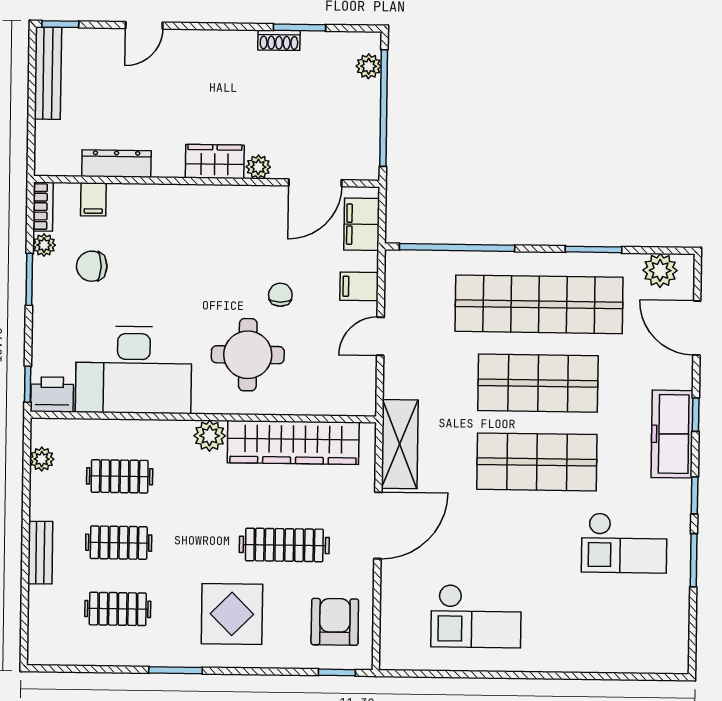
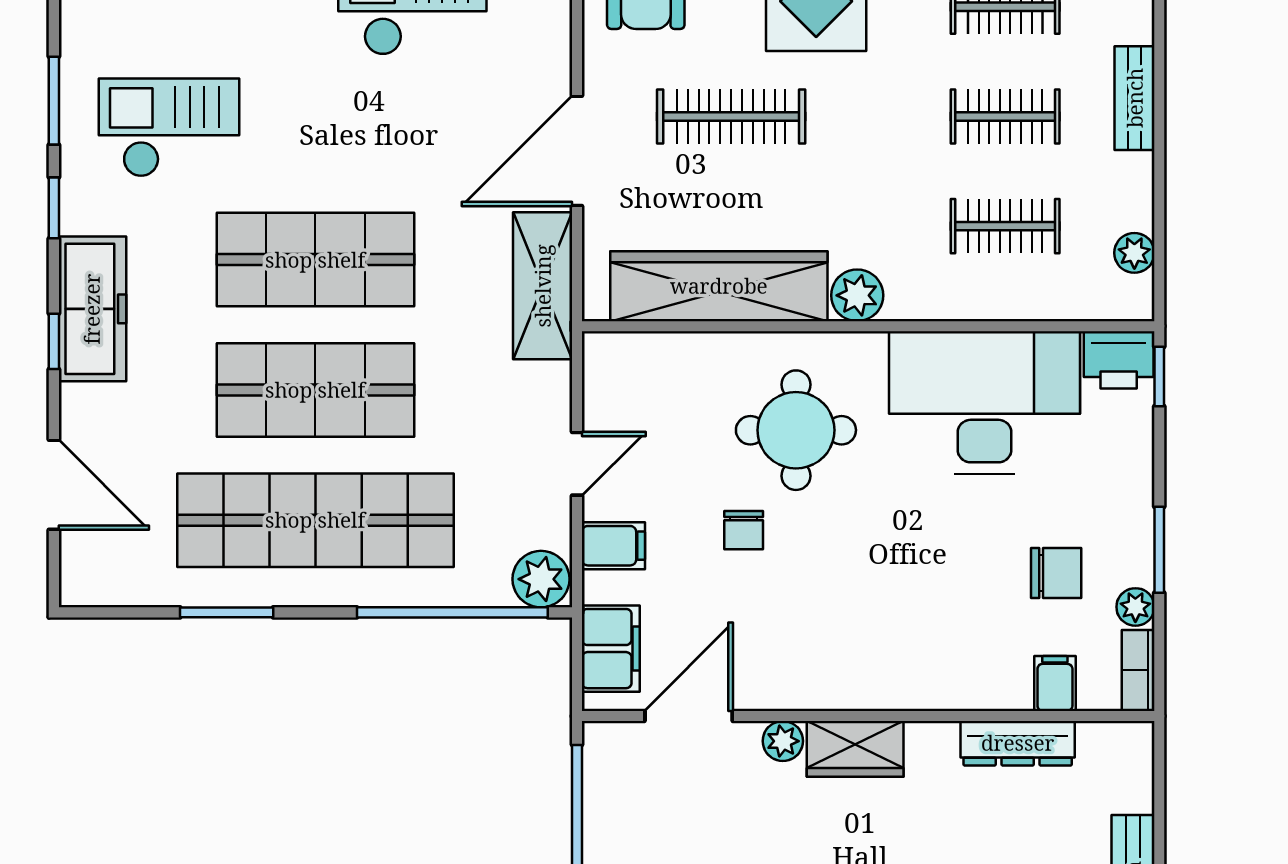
plant: (660, 270) -> (541, 579), moved

